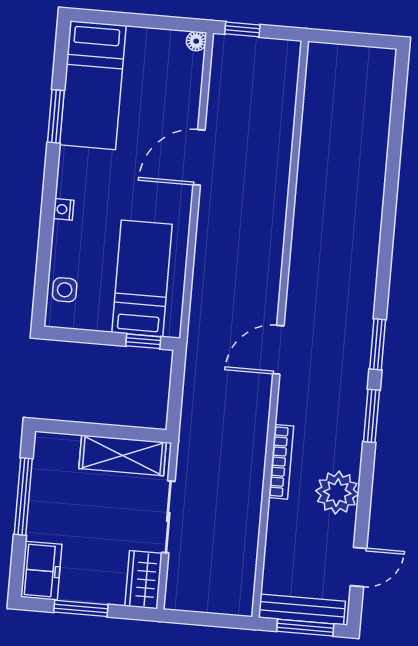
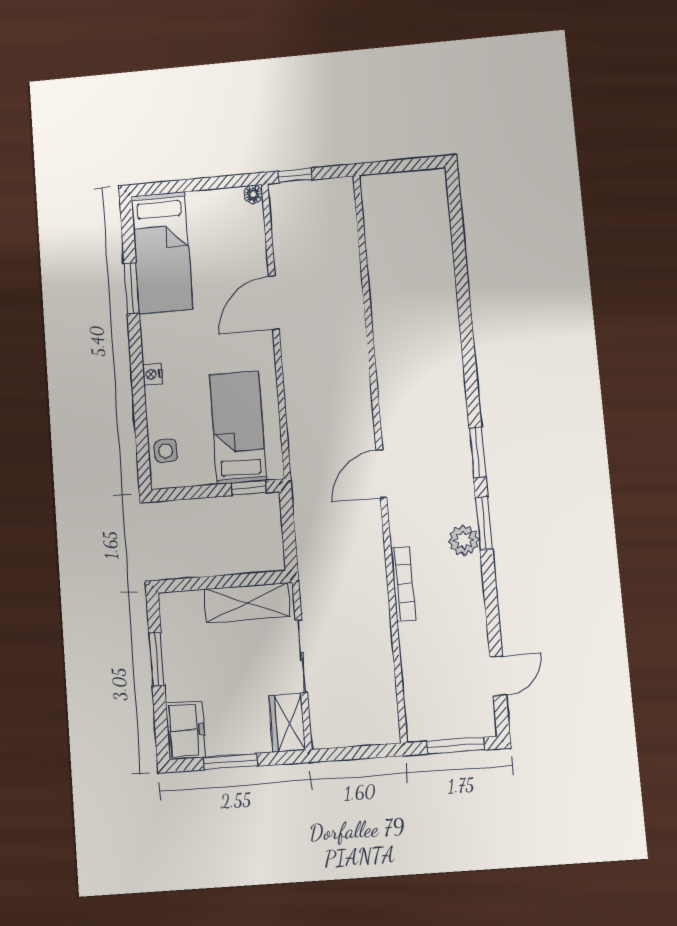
plant: (337, 492) -> (464, 540), moved, width x0.73, depth x0.73
window: (23, 497) -> (157, 659), width x0.69
bench: (302, 609) -> (449, 728), removed

